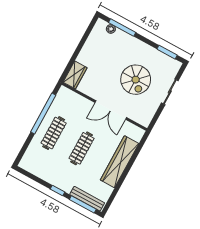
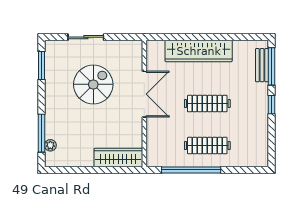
wardrobe: (75, 75) -> (118, 158), width x1.50
bench: (87, 199) -> (262, 65), width x0.73

